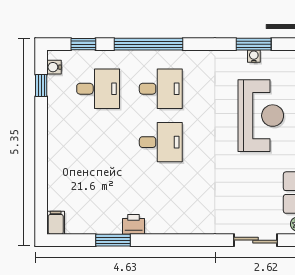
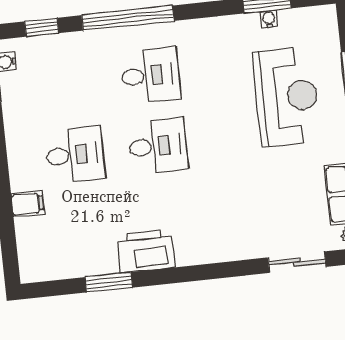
desk: (98, 89) -> (75, 155), moved
filing cabinet: (56, 223) -> (28, 204), moved, turned 90
printer: (134, 224) -> (145, 251), width x1.87, depth x1.48

